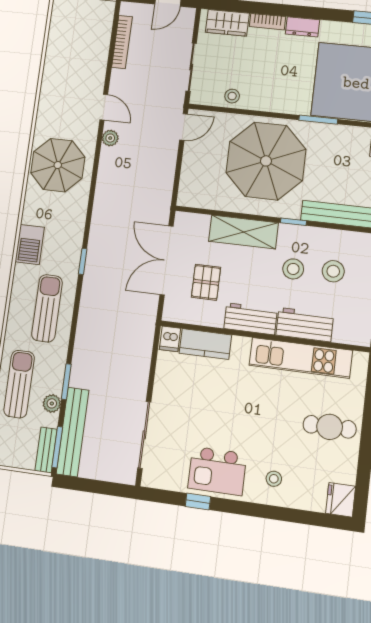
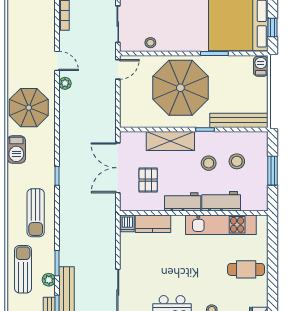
barbecue: (30, 244) -> (16, 149), moved
sun lounger: (47, 308) -> (36, 213), turned 180

